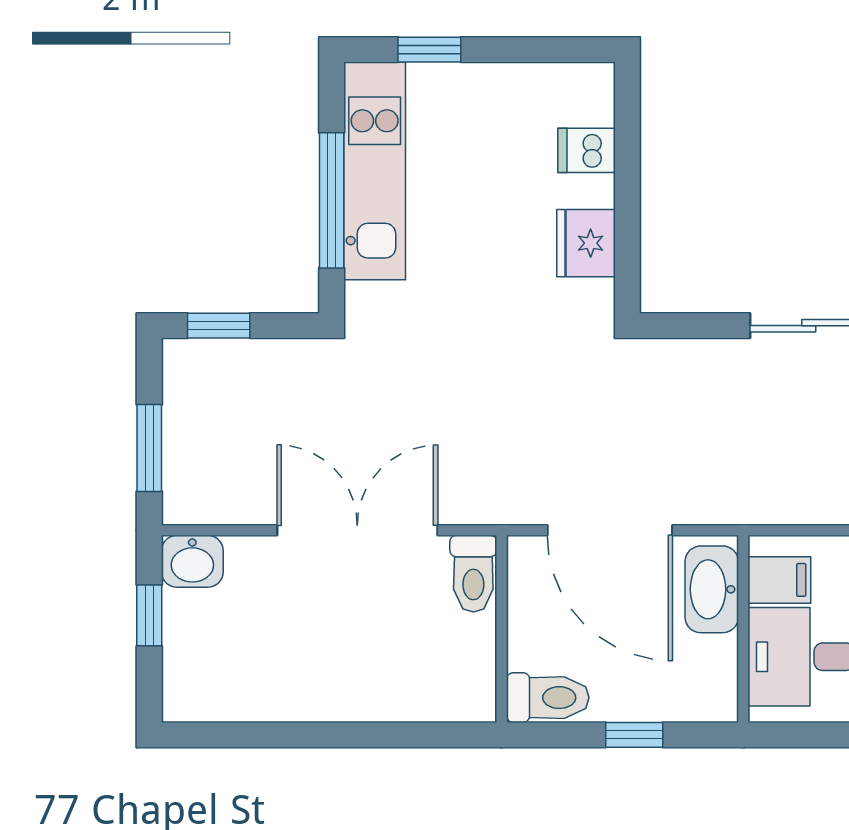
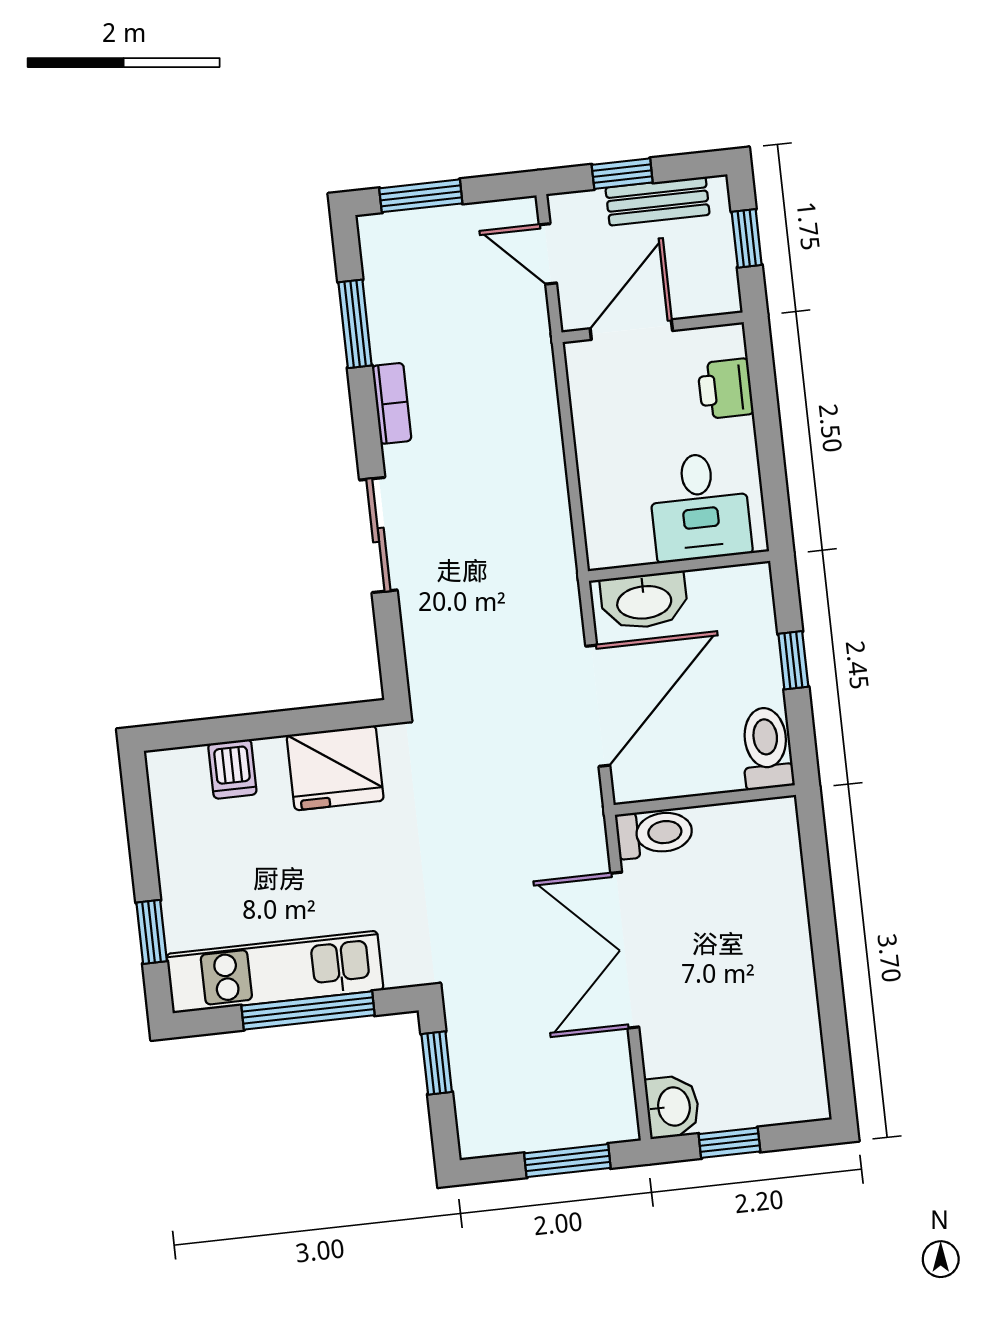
fridge: (586, 243) -> (335, 768), width x1.36, depth x1.34
window: (219, 326) -> (437, 1063), moved
filing cabinet: (779, 580) -> (628, 536), removed

